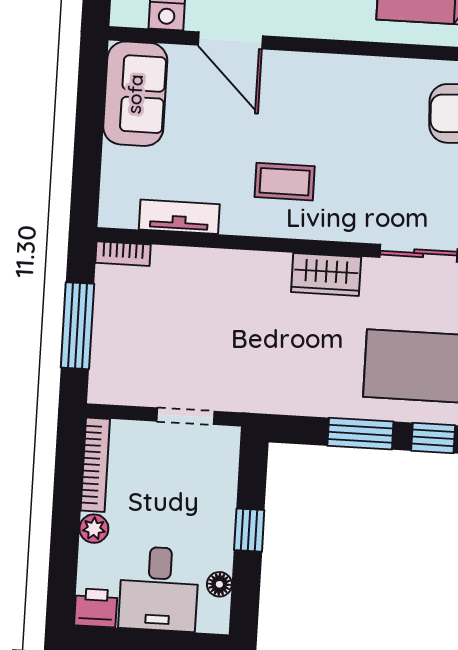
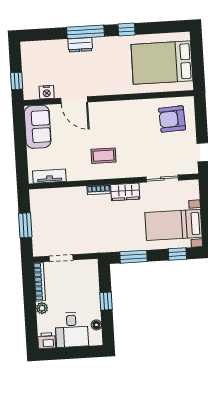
tv unit: (179, 217) -> (49, 176), moved
bookcase: (123, 254) -> (99, 190), moved
window: (77, 326) -> (25, 225), width x0.69
doorway: (186, 416) -> (61, 258), moved
window: (360, 434) -> (133, 257), moved

